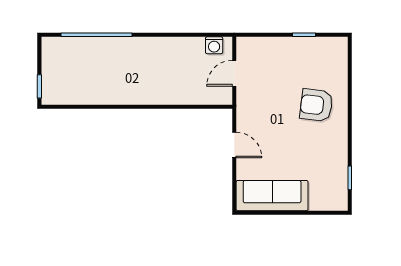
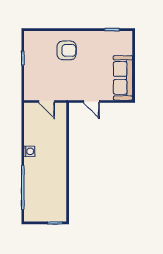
washing machine: (214, 45) -> (29, 151), moved
armchair: (316, 105) -> (67, 50), turned -97
door: (234, 145) -> (91, 101), swing flipped

